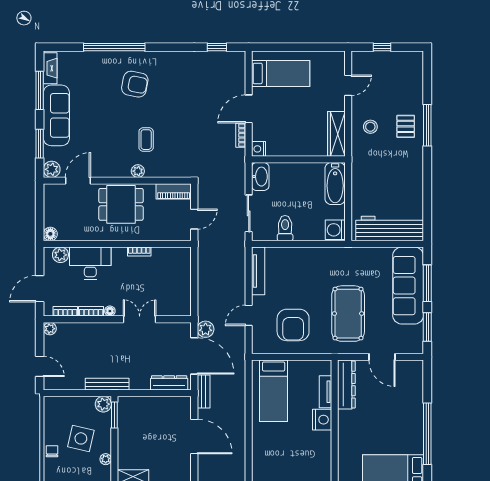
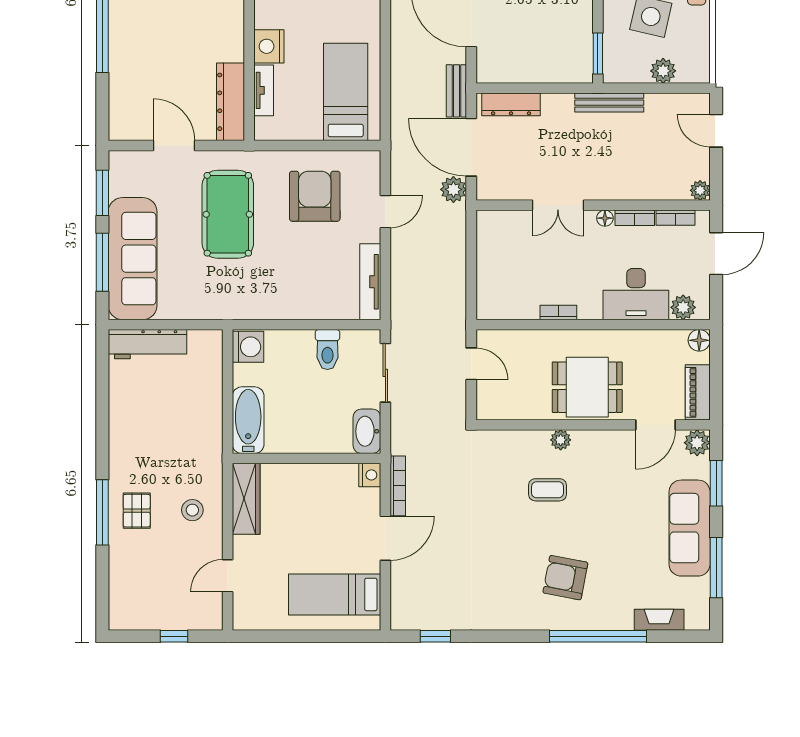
fireplace: (50, 68) -> (659, 620), moved, turned 90
bookcase: (241, 135) -> (398, 486), width x1.56
coffee table: (146, 140) -> (548, 490), turned 90
piano: (174, 191) -> (698, 392), moved, turned -90
door: (194, 219) -> (471, 364), swing flipped
workbench: (390, 229) -> (147, 344), width x0.73, depth x0.76
plant: (103, 404) -> (663, 71), moved

